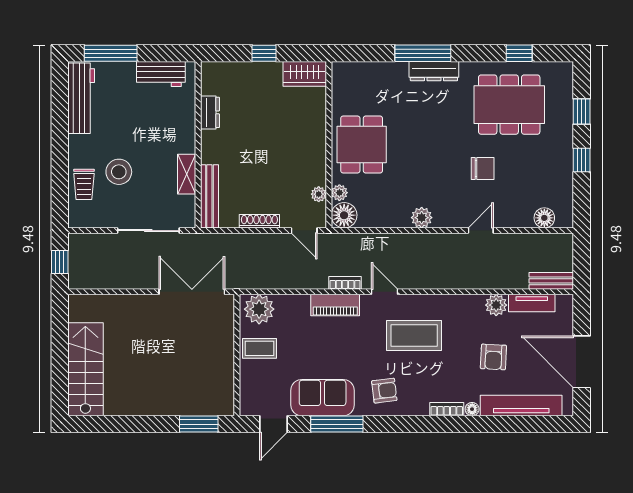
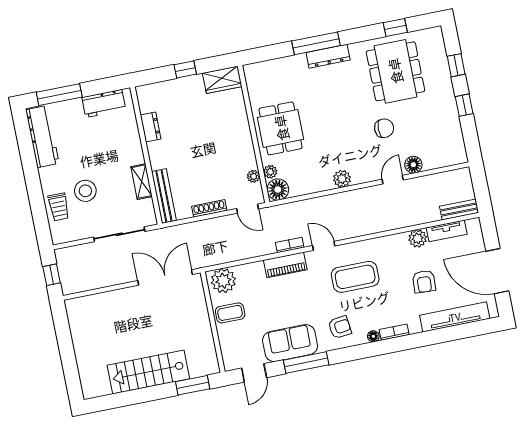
dining table: (509, 105) -> (395, 71), turned 90
floor lamp: (544, 218) -> (413, 165), moved
stairs: (85, 369) -> (148, 372), moved, turned -90
floor lamp: (472, 409) -> (373, 336), moved

